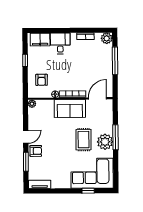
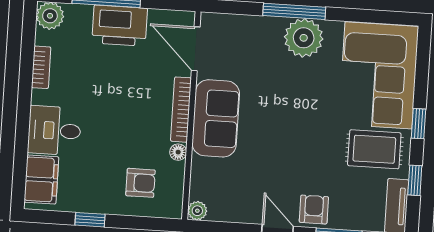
printer: (105, 67) -> (120, 26), added
rug: (83, 140) -> (374, 149), moved
window: (51, 191) -> (415, 180), added
window: (88, 191) -> (419, 124), moved

